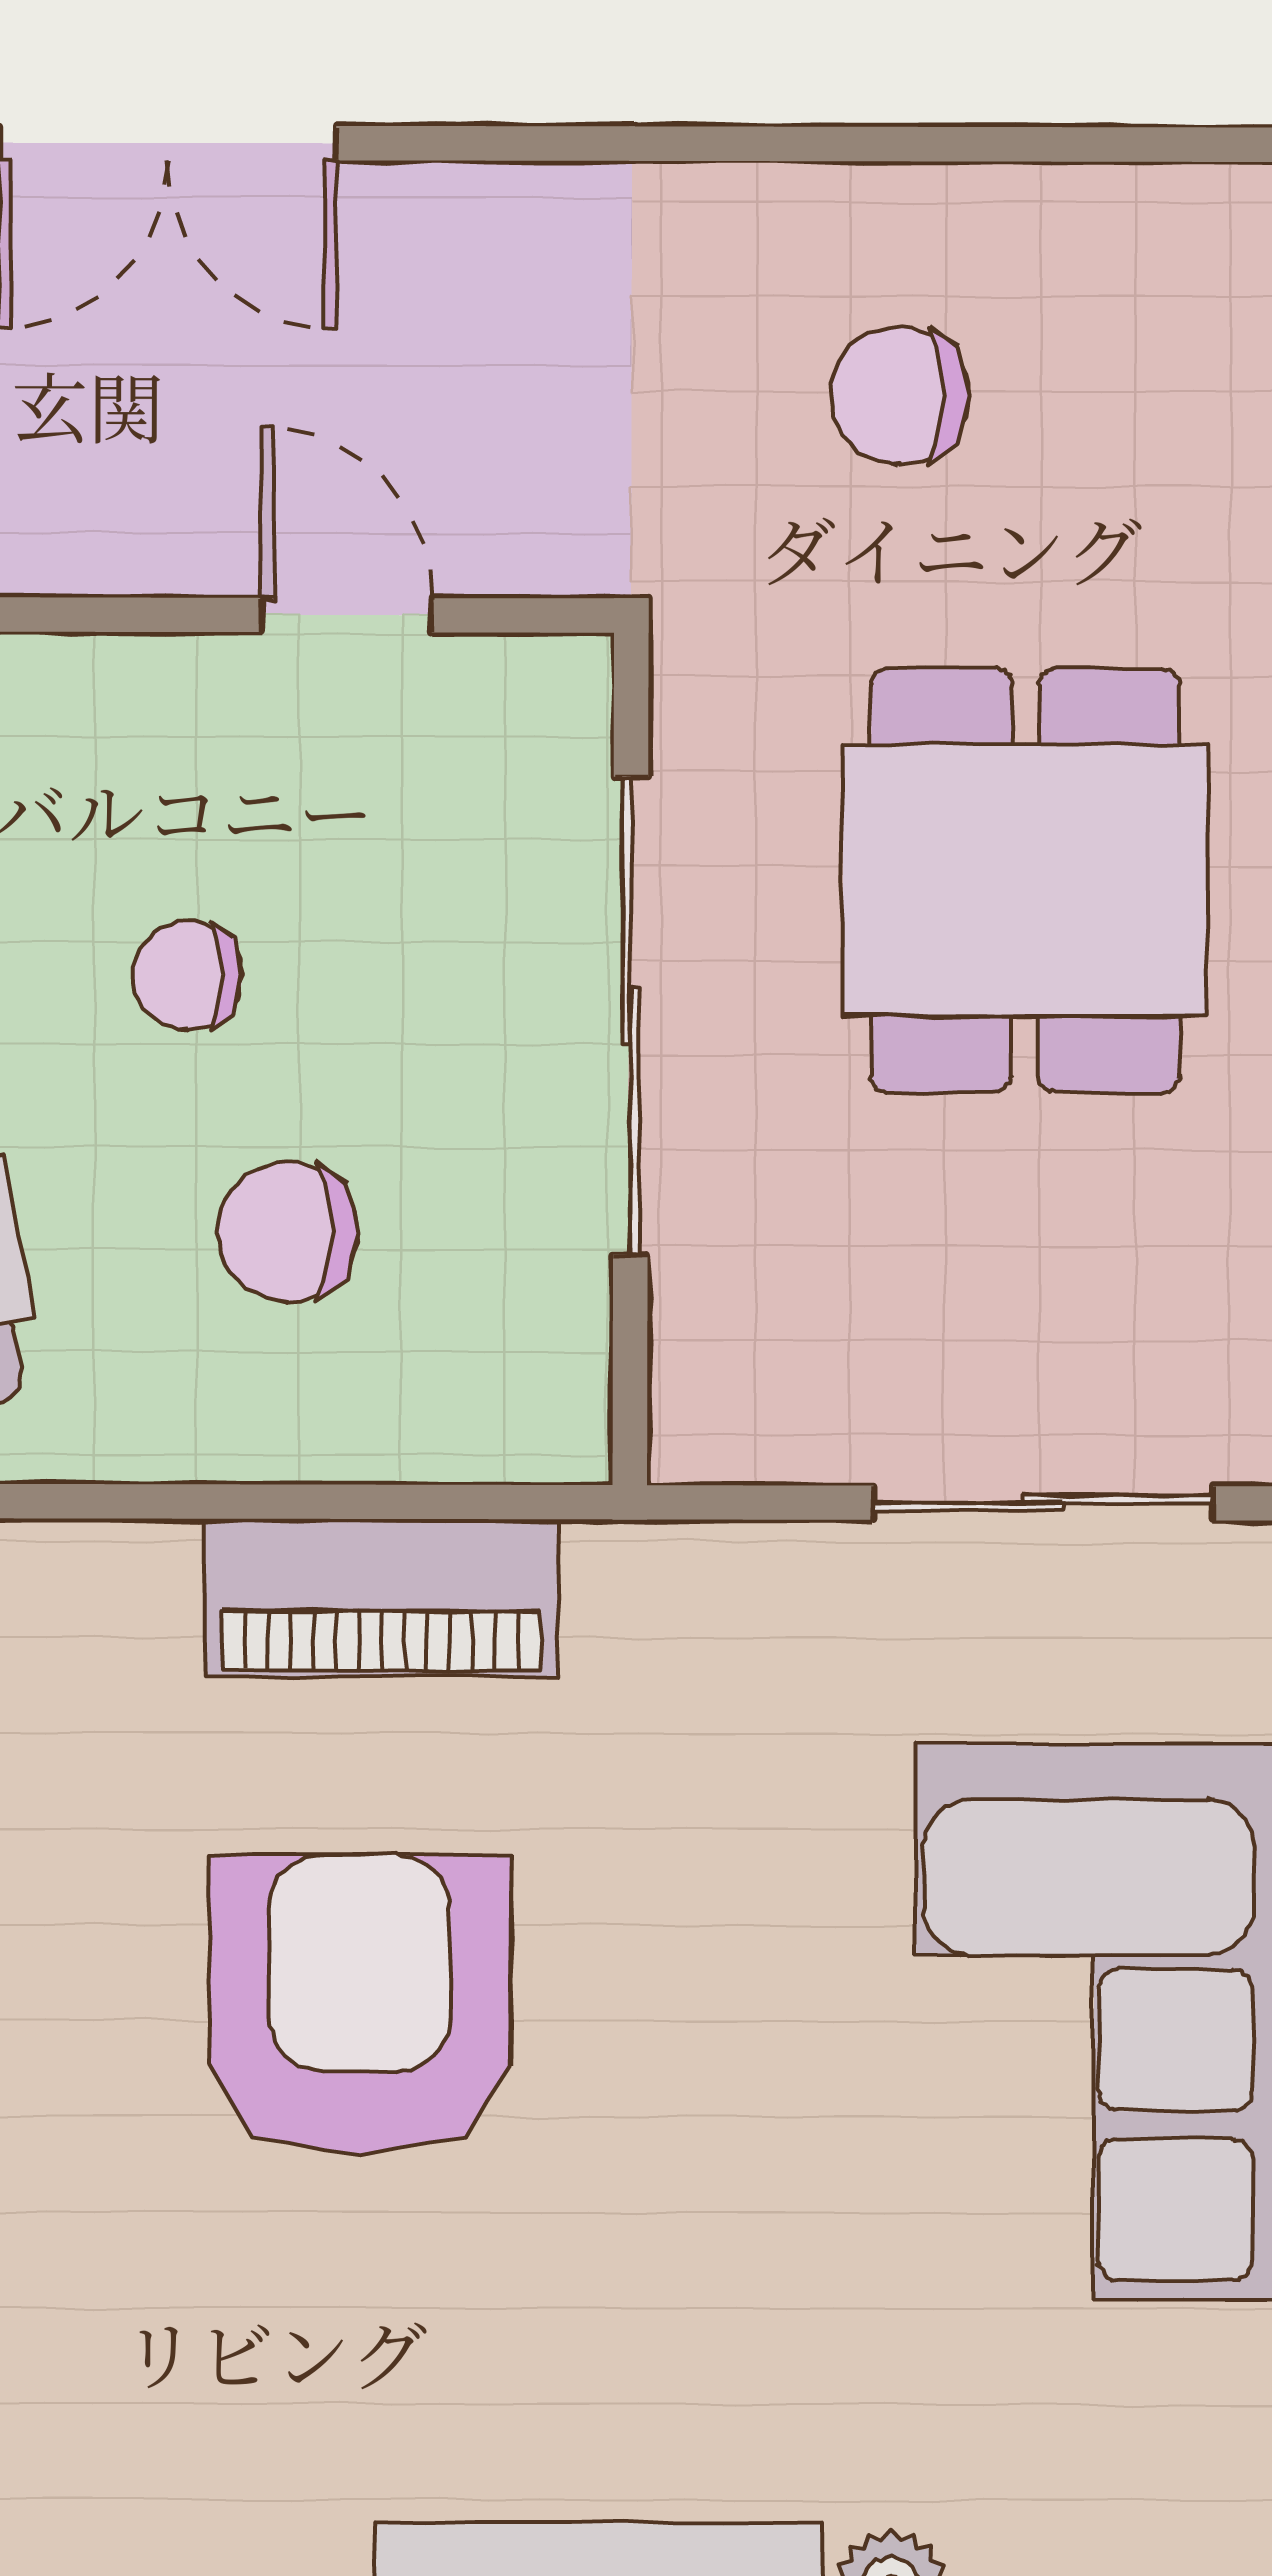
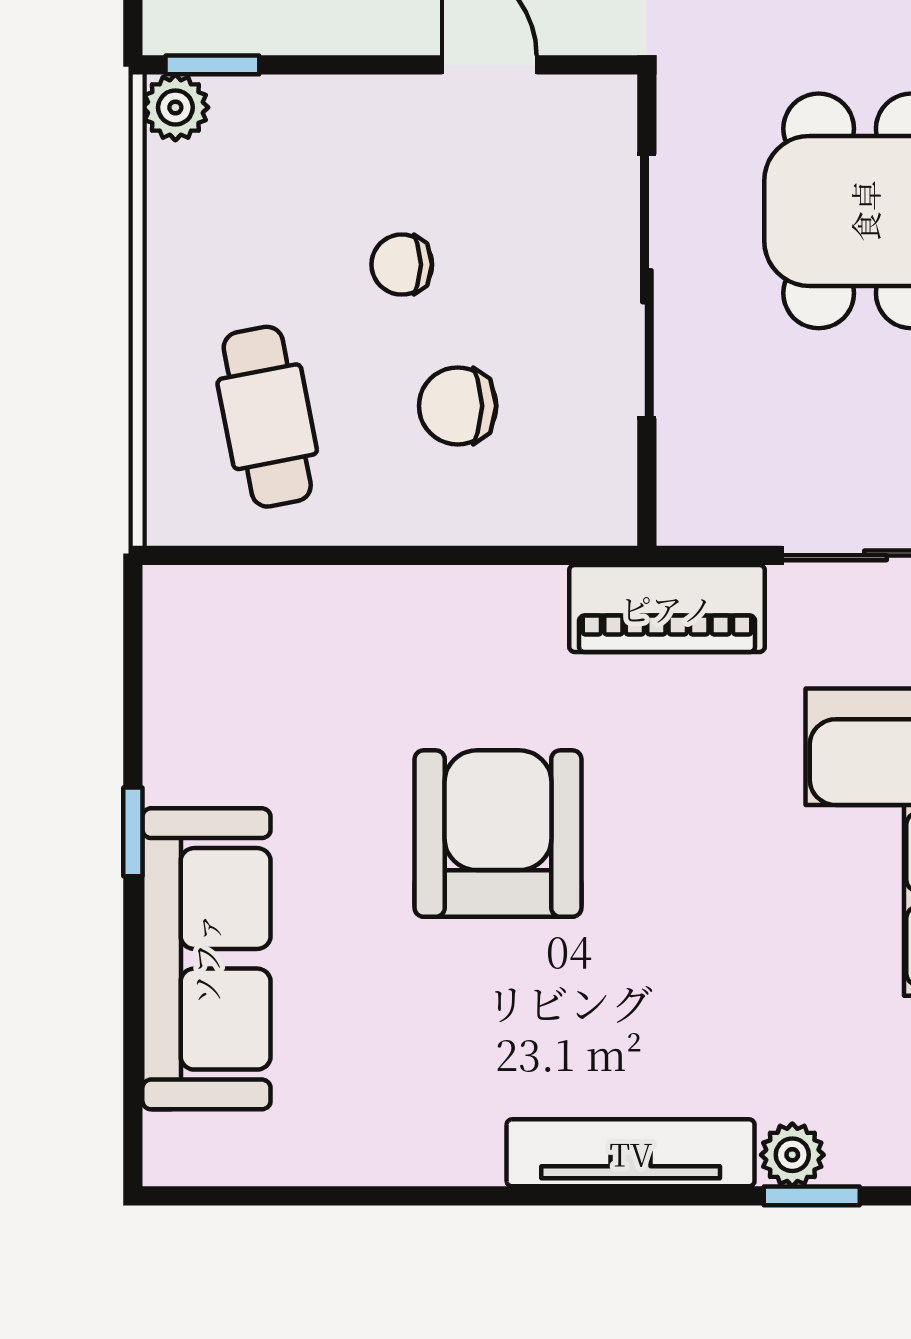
piano: (382, 1598) -> (667, 608), moved

